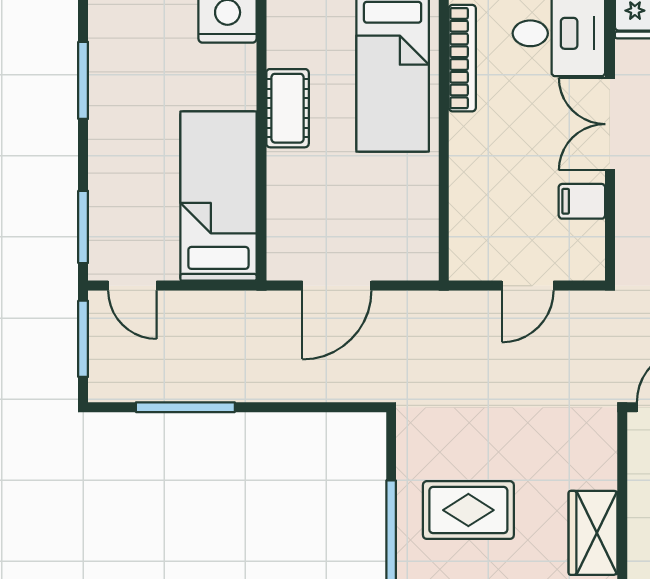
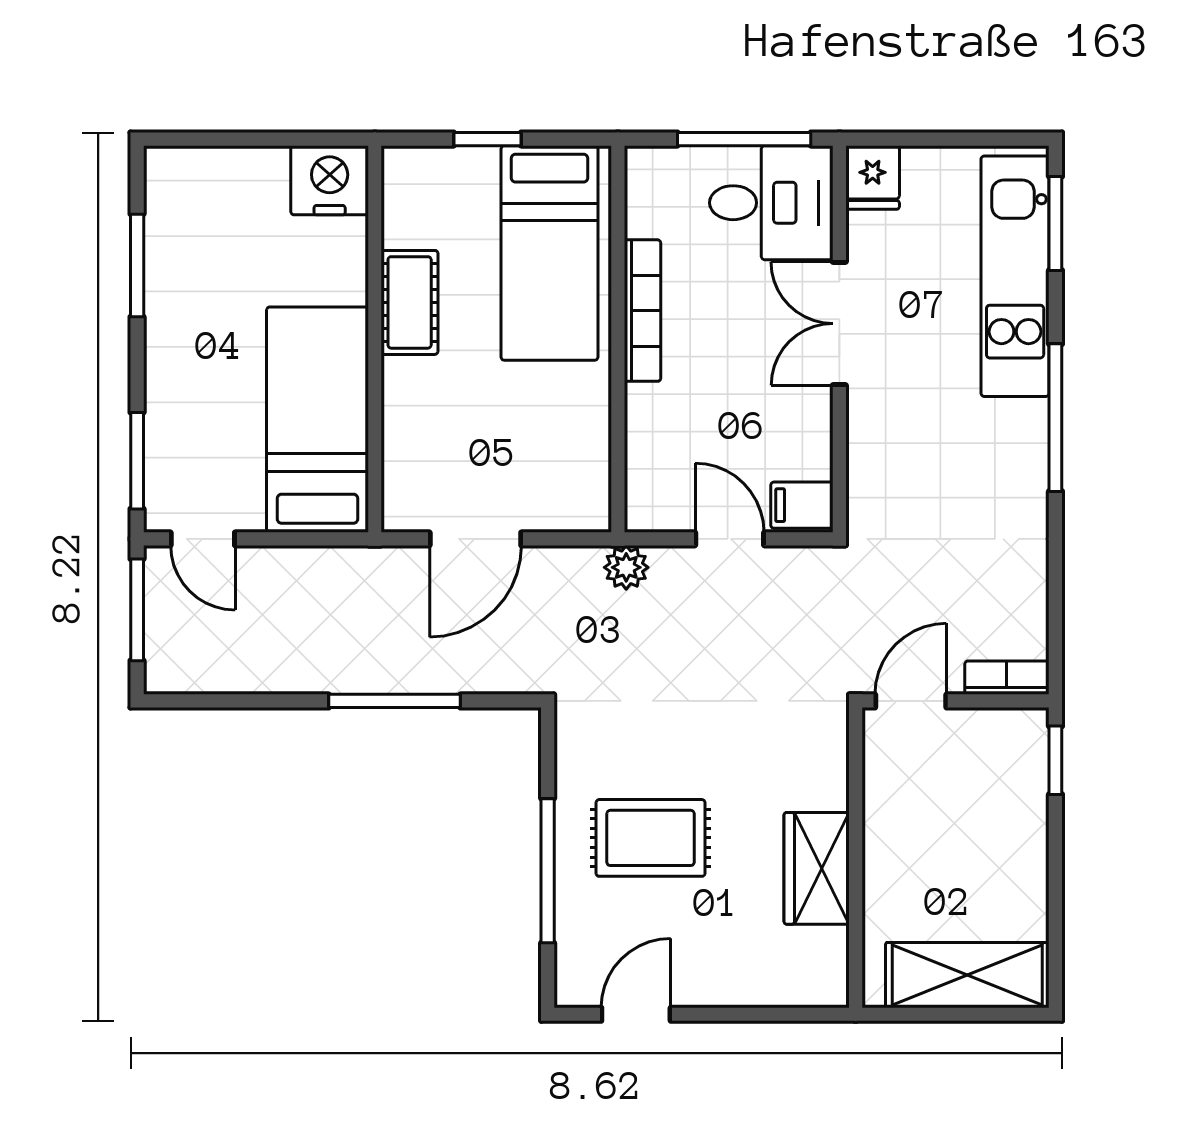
bookcase: (462, 58) -> (642, 311), moved
filing cabinet: (582, 201) -> (802, 505), moved
door: (528, 286) -> (730, 539), swing flipped
plant: (450, 307) -> (626, 567), added
window: (185, 407) -> (395, 701), moved

